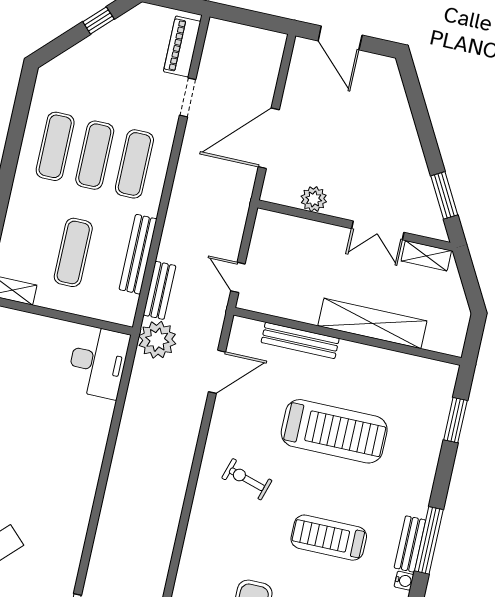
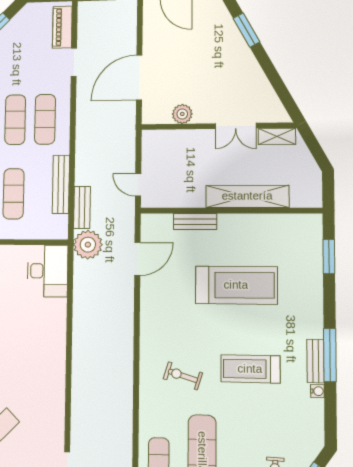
window: (444, 195) -> (246, 30), moved
bench: (300, 340) -> (195, 222), width x0.73
exercise bike: (247, 479) -> (183, 376), moved

